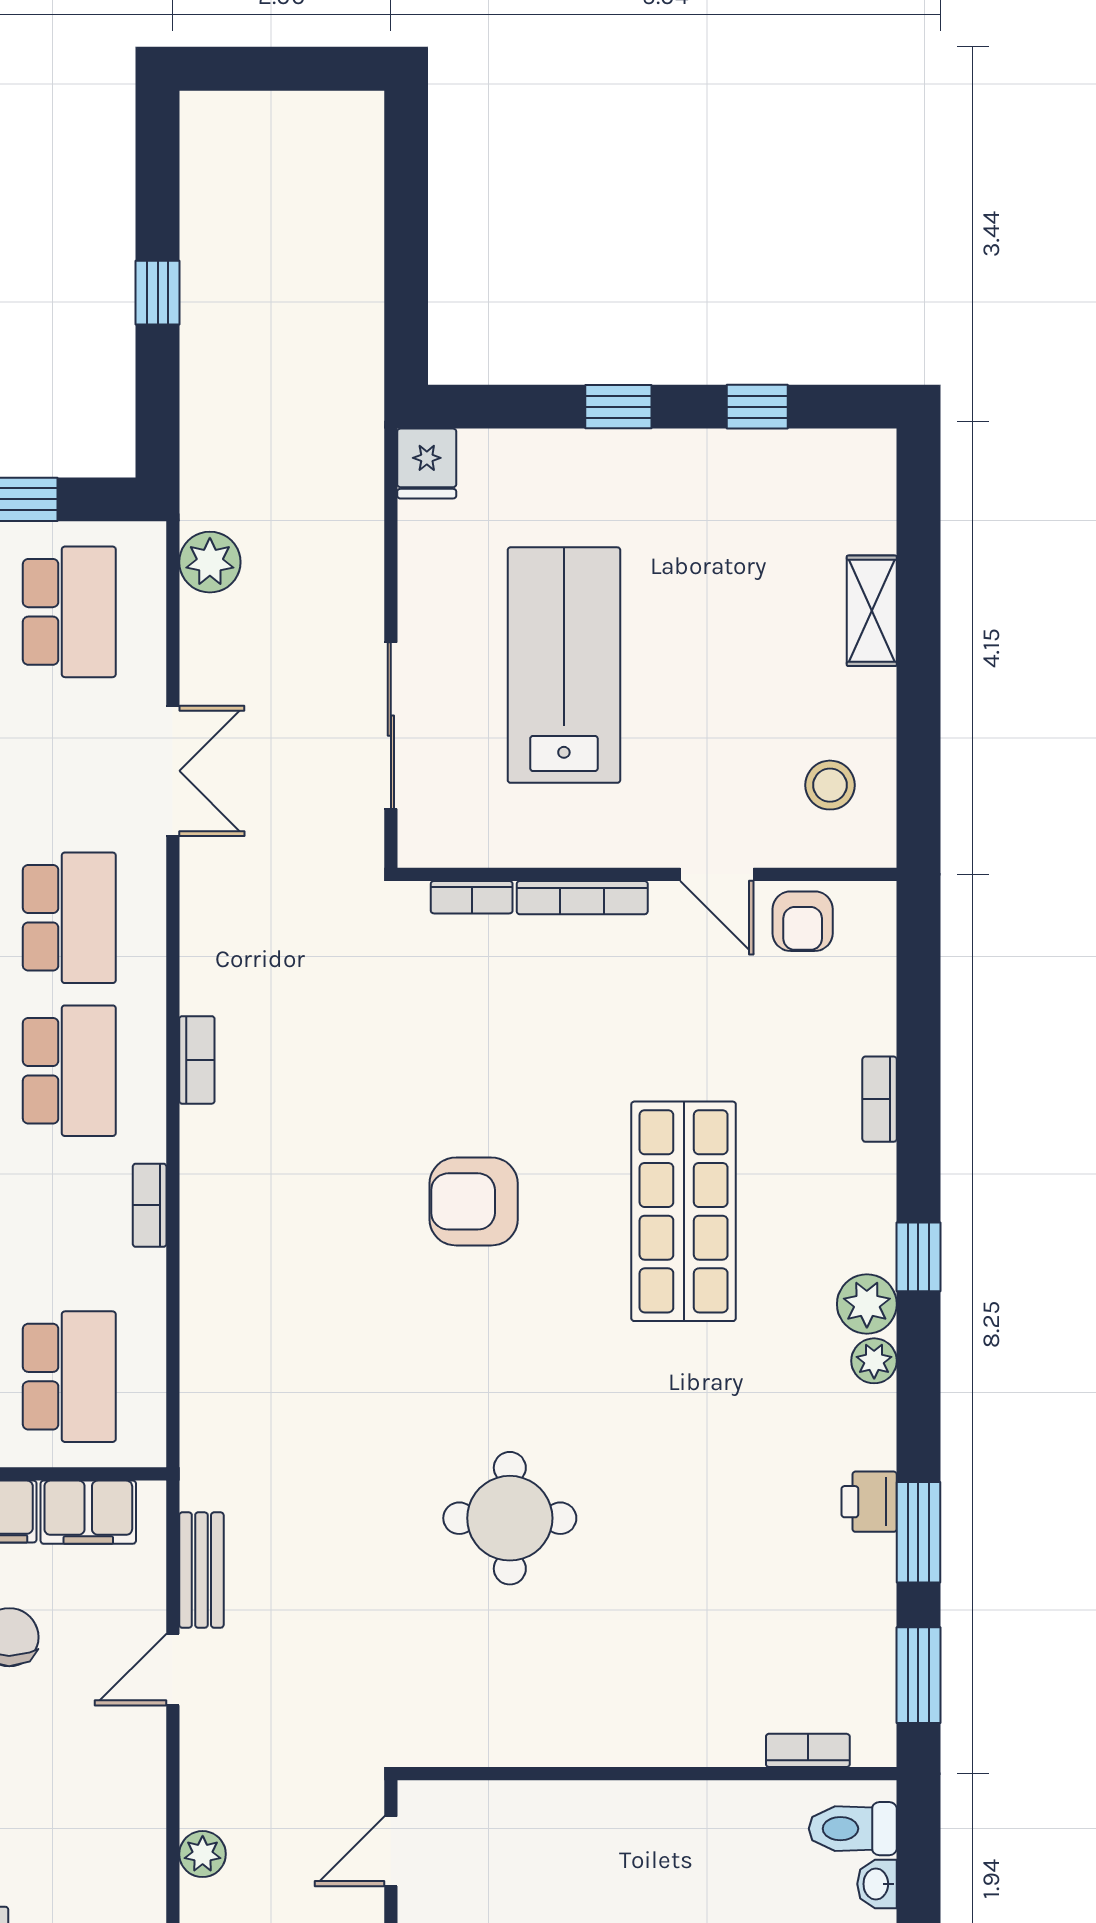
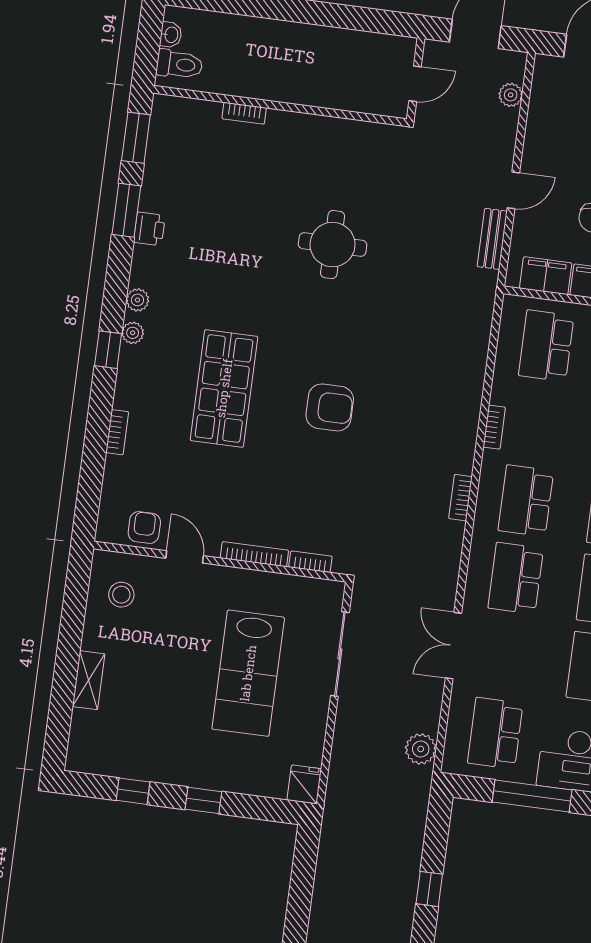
plant: (867, 1304) -> (133, 333), width x0.73, depth x0.73
bookcase: (808, 1750) -> (244, 113), moved

